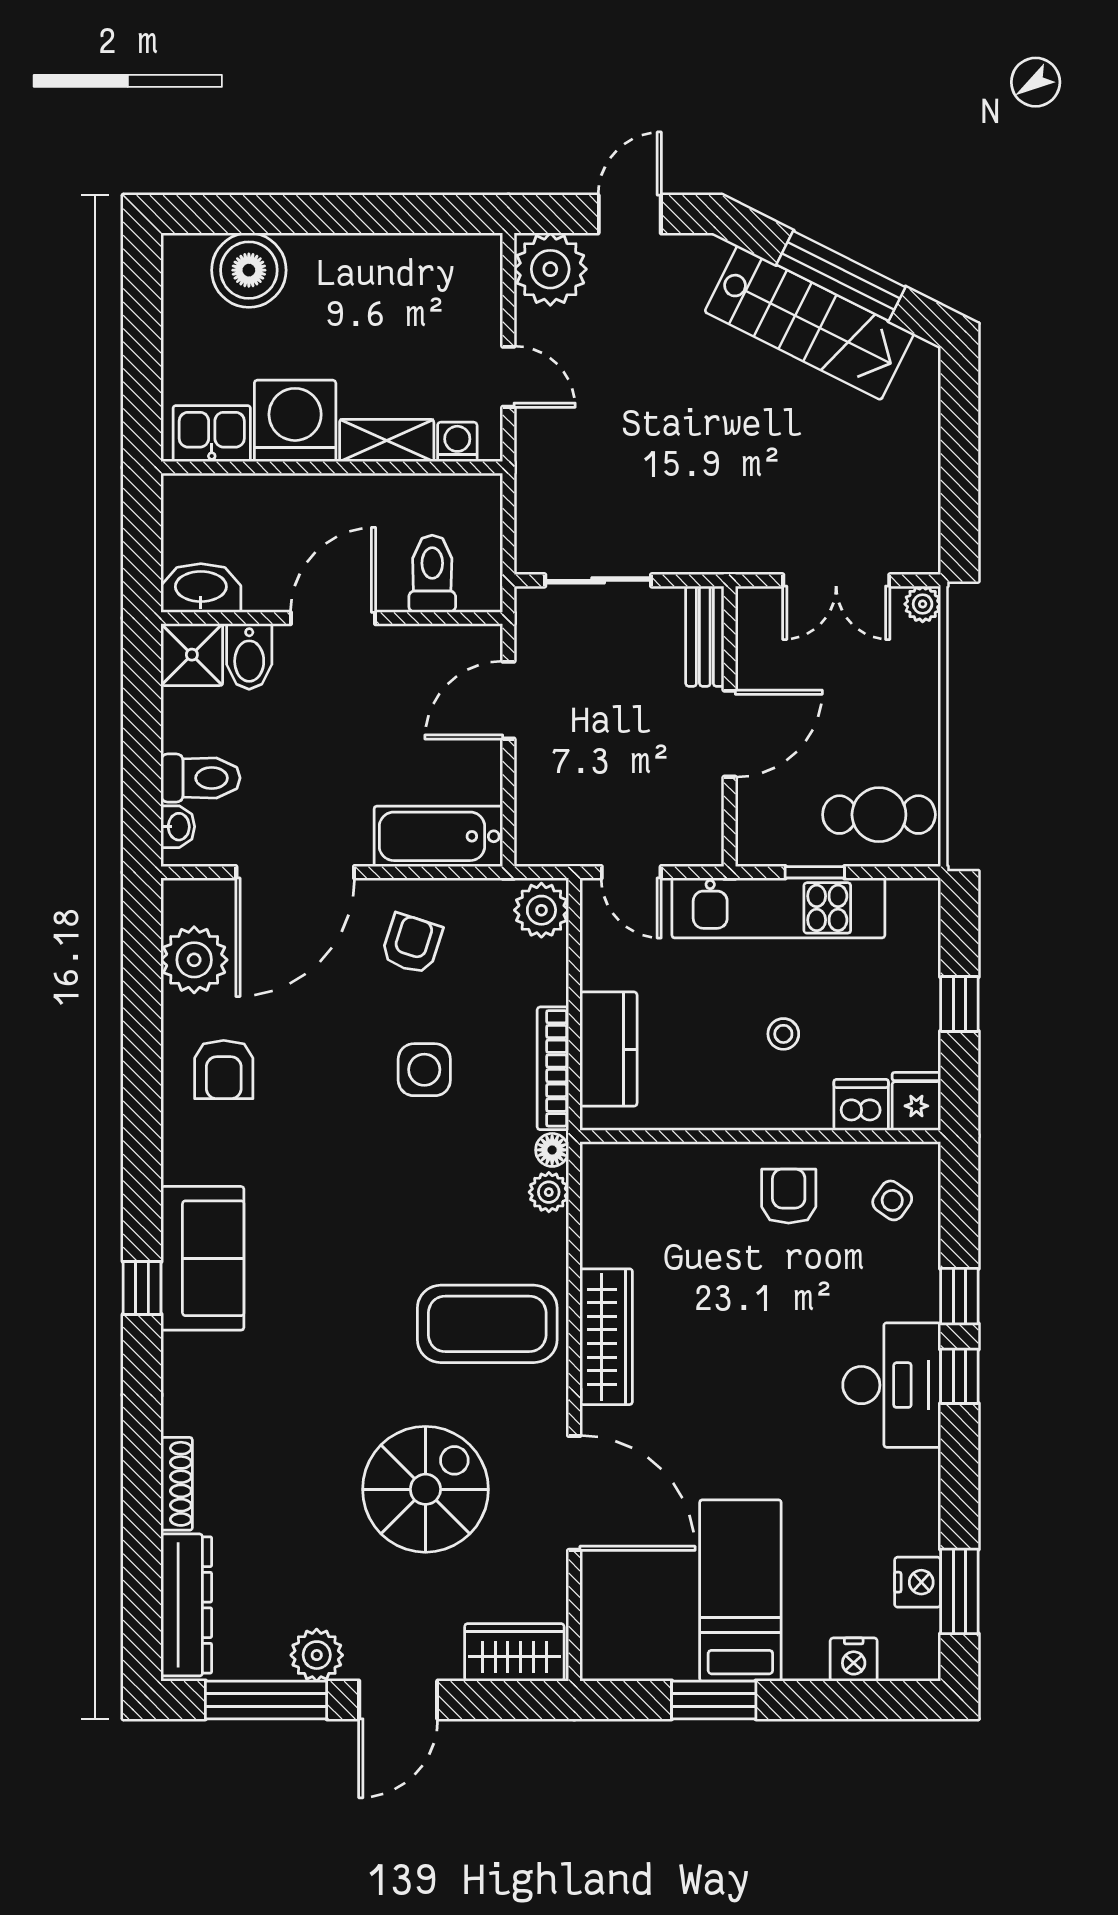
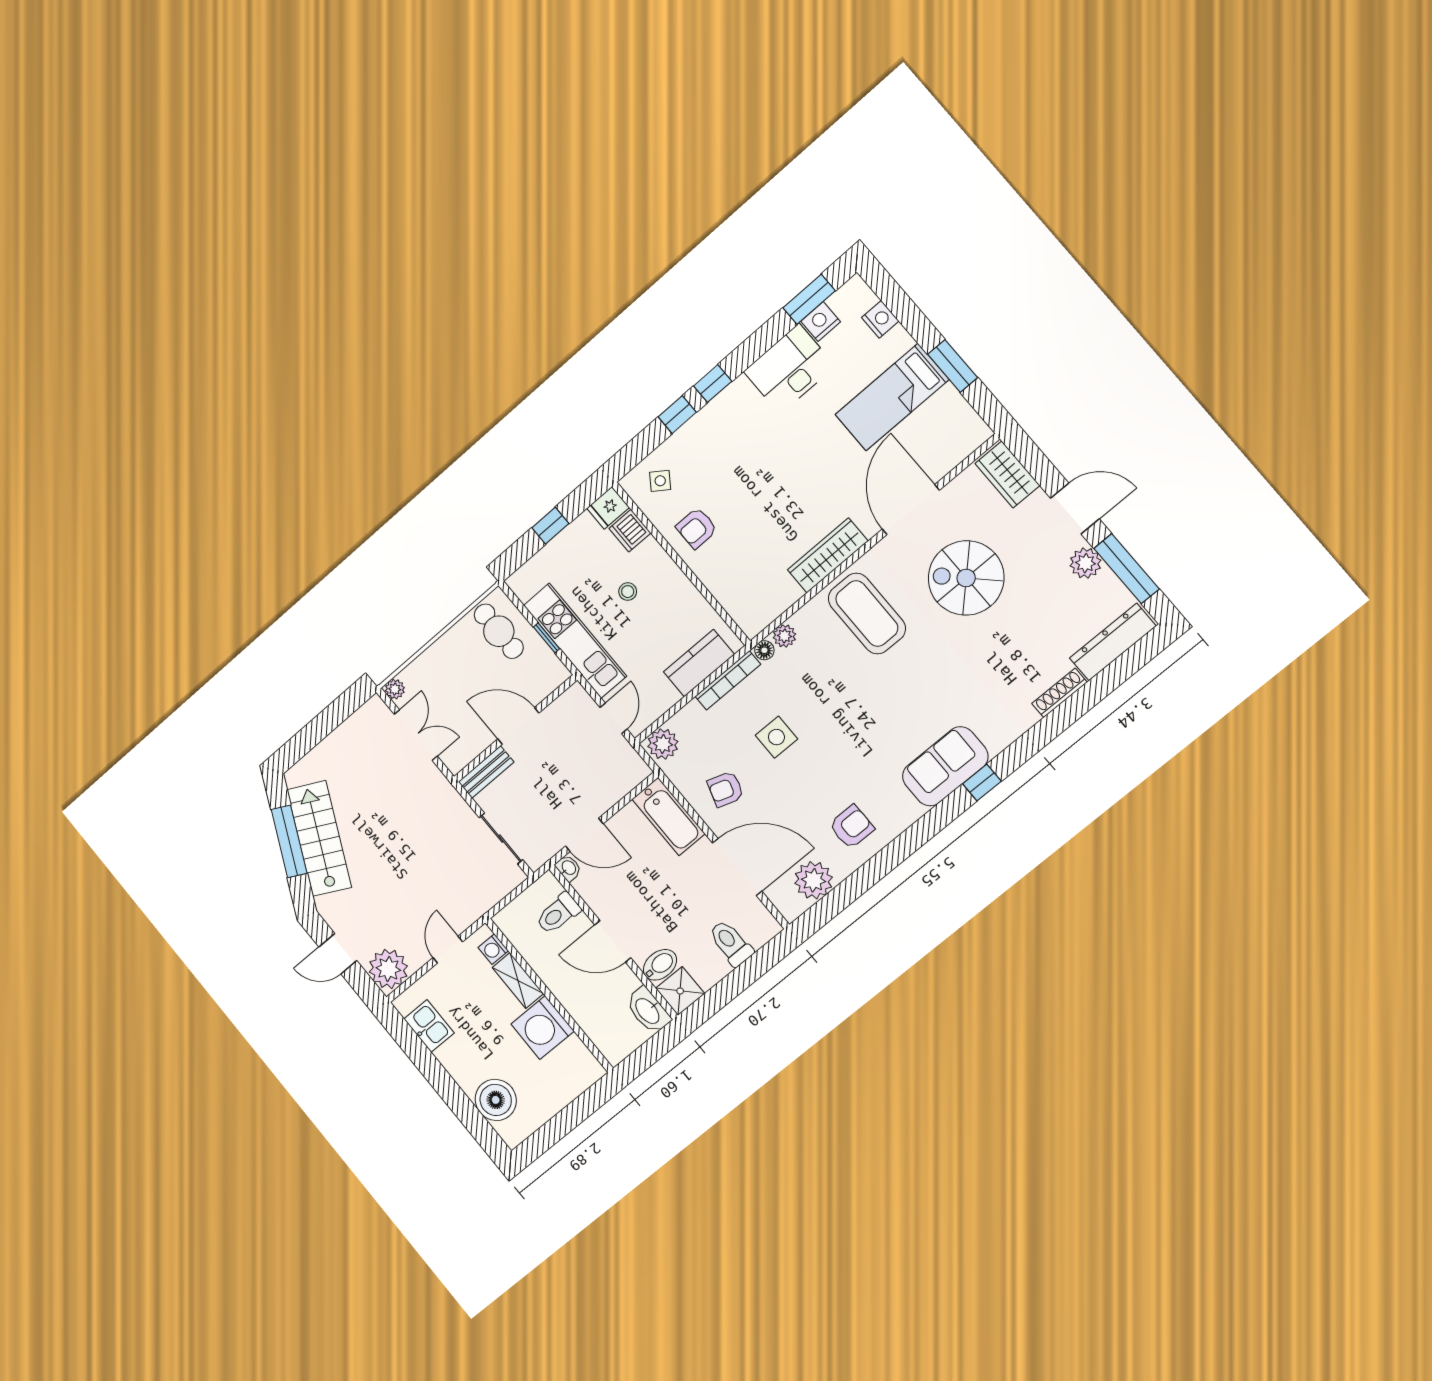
kitchen sink: (212, 434) -> (429, 1026), moved, turned 180
washbasin: (178, 827) -> (568, 868), moved, turned 90
desk: (892, 1385) -> (789, 369), moved

